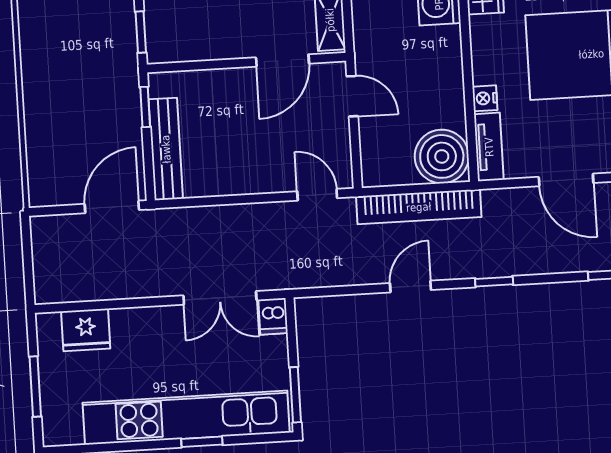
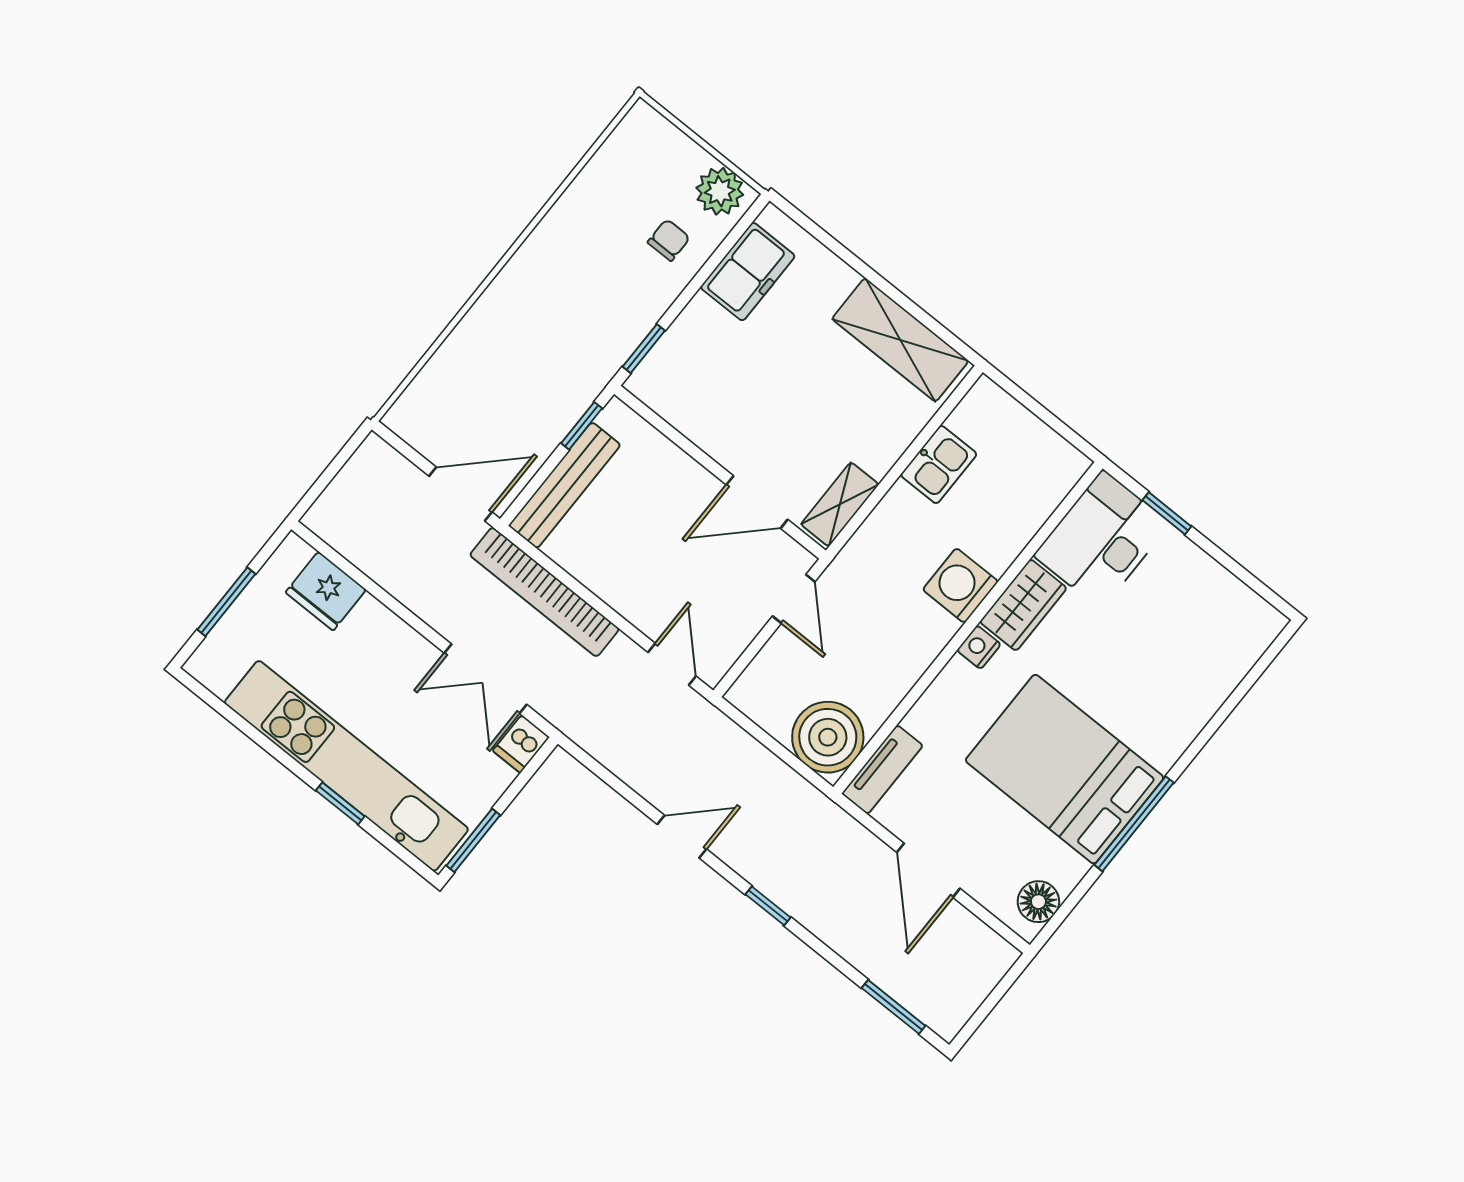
nightstand: (485, 98) -> (979, 647), moved
bookcase: (419, 207) -> (544, 592), moved

